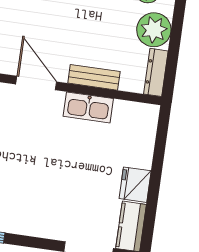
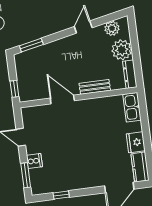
kitchen sink: (88, 107) -> (132, 107), moved, turned 90

